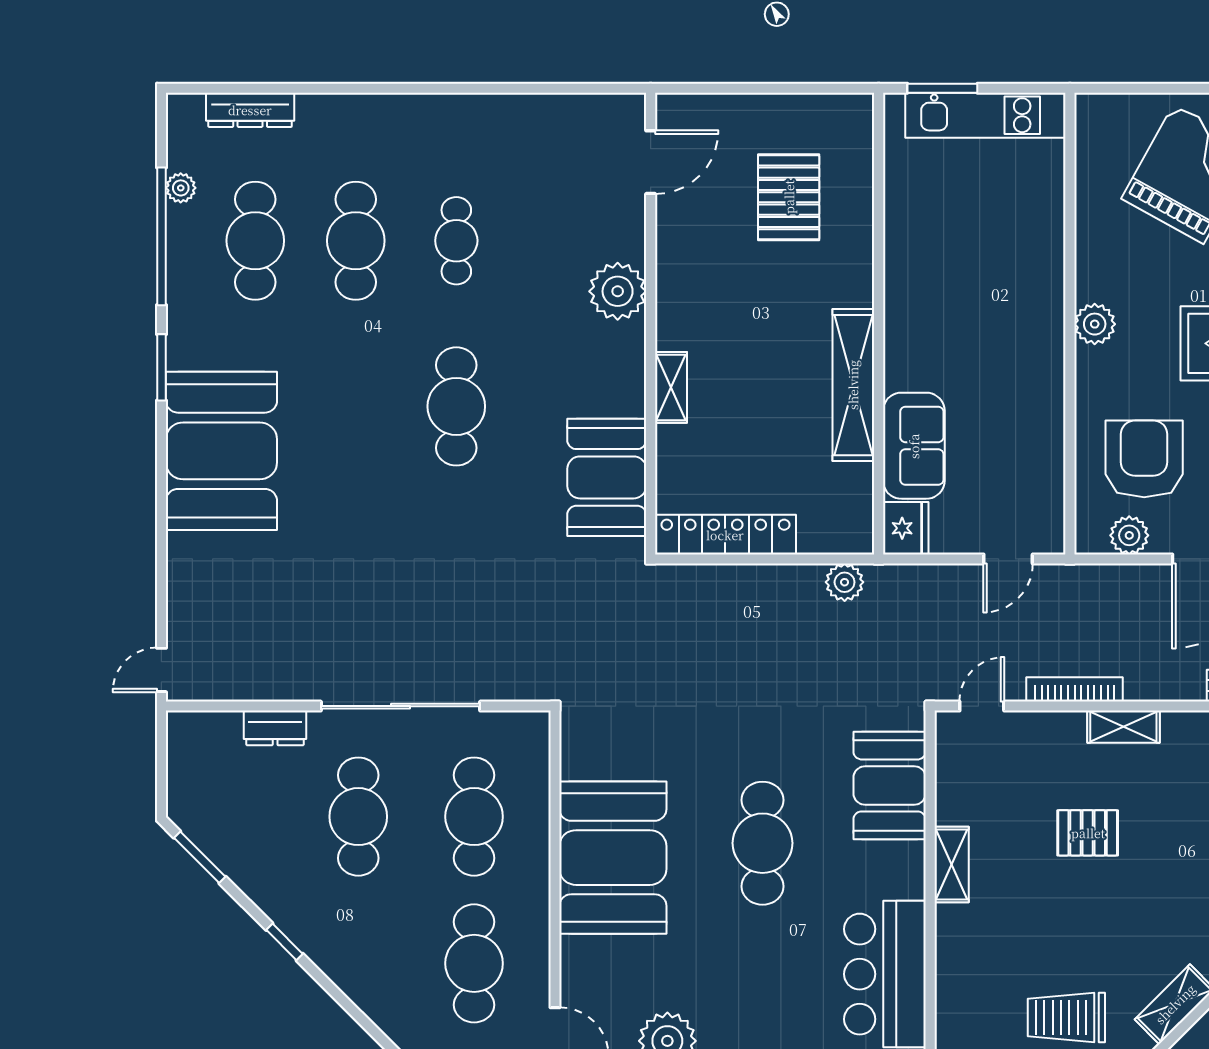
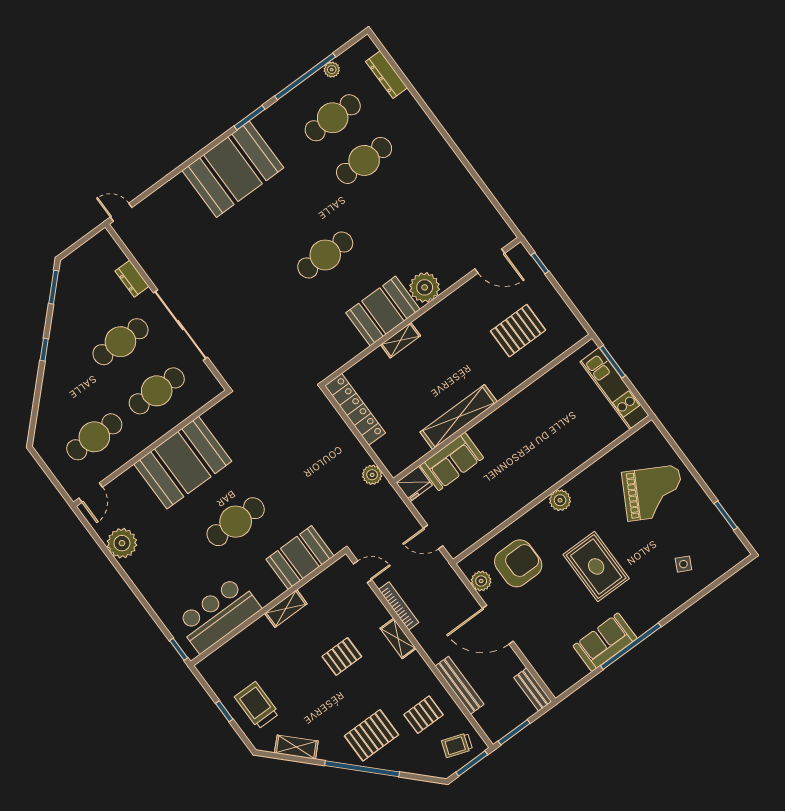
window: (710, 88) -> (540, 263), added
cafe table: (456, 241) -> (396, 203), removed
booth: (607, 477) -> (383, 311), moved
pallet: (1088, 833) -> (342, 656), turned 90

